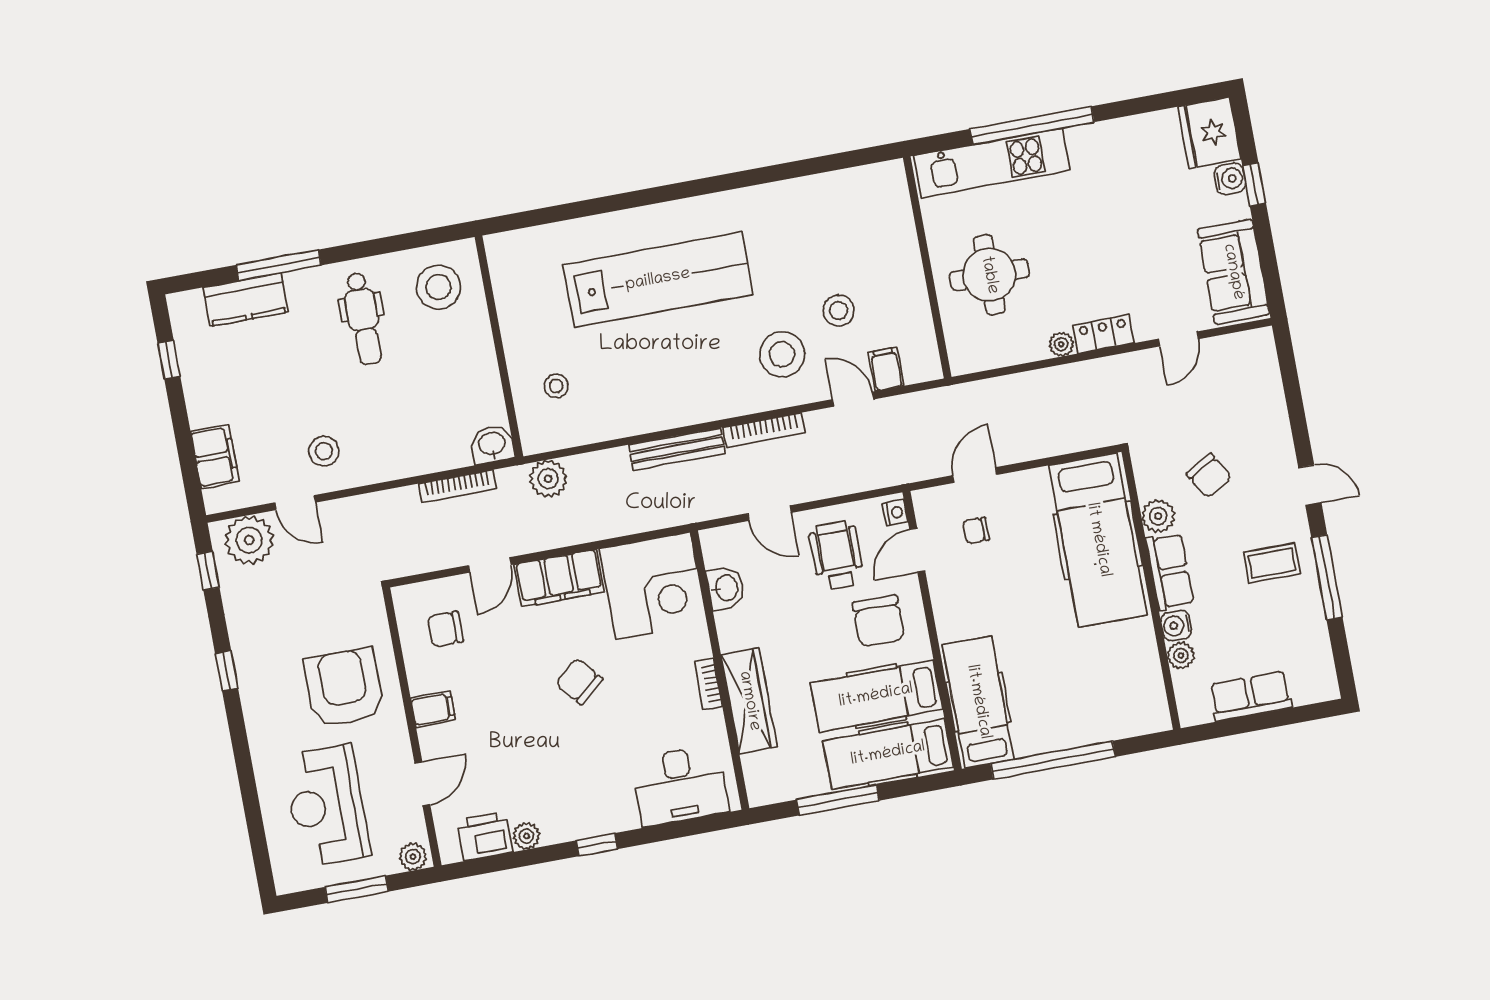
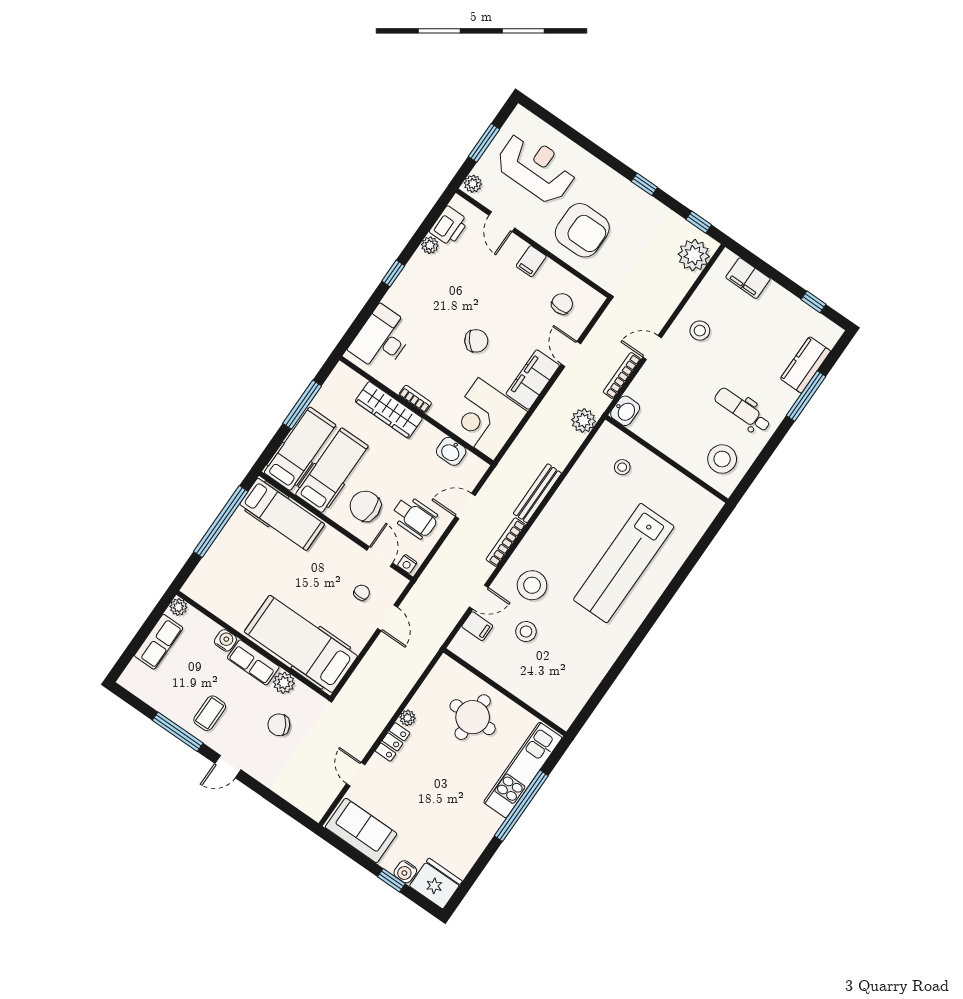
door: (295, 503) -> (652, 348), moved
plant: (1181, 655) -> (178, 607), moved

